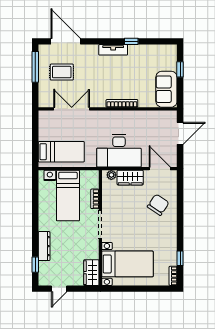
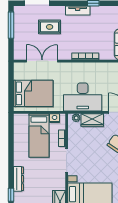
rug: (62, 72) -> (50, 27), moved
bed: (61, 152) -> (33, 93), width x1.50
nightstand: (50, 175) -> (55, 118), moved

